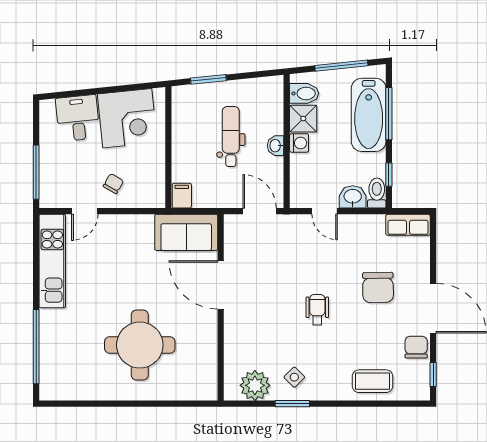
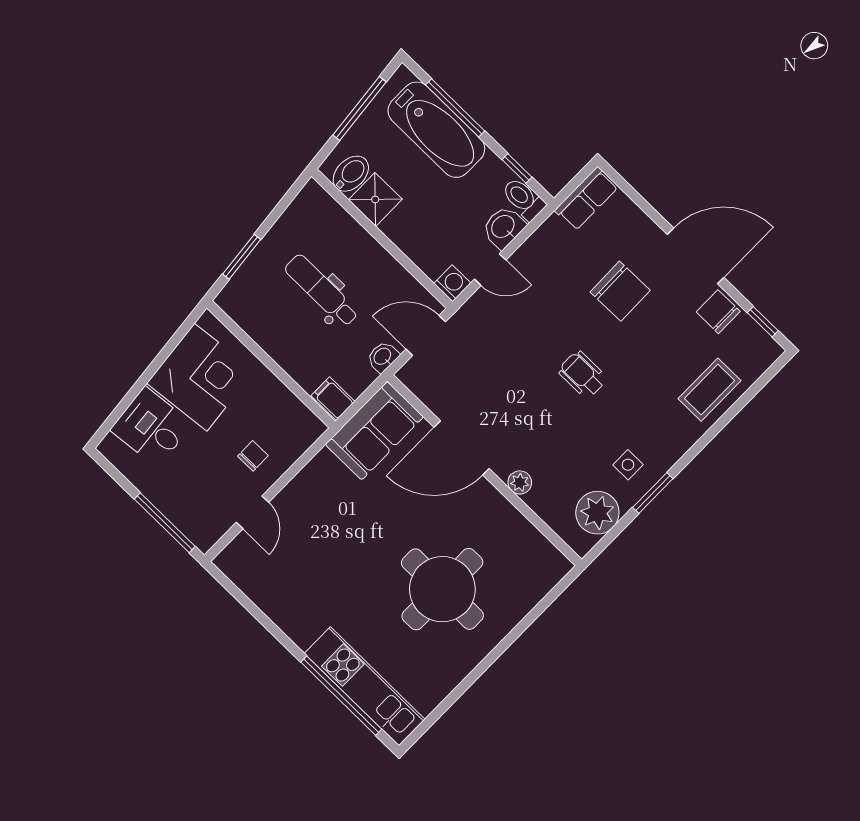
washing machine: (299, 143) -> (452, 283), moved
washbasin: (276, 146) -> (383, 357), moved, turned 90
chair: (113, 184) -> (253, 456), turned 60
kitchen unit: (52, 261) -> (365, 686), moved
plant: (232, 331) -> (520, 482), added
side table: (294, 377) -> (628, 465), turned 45

